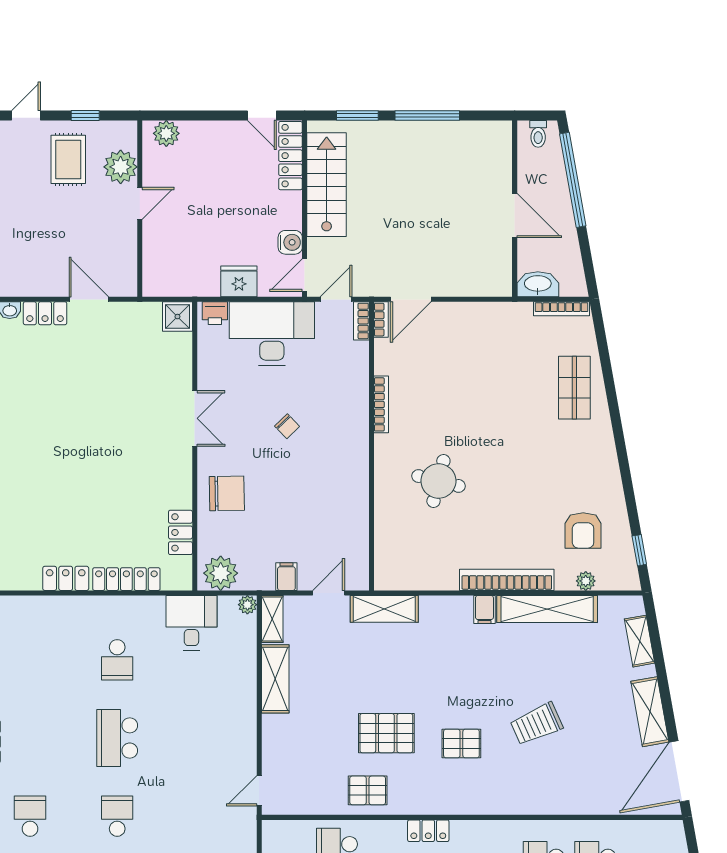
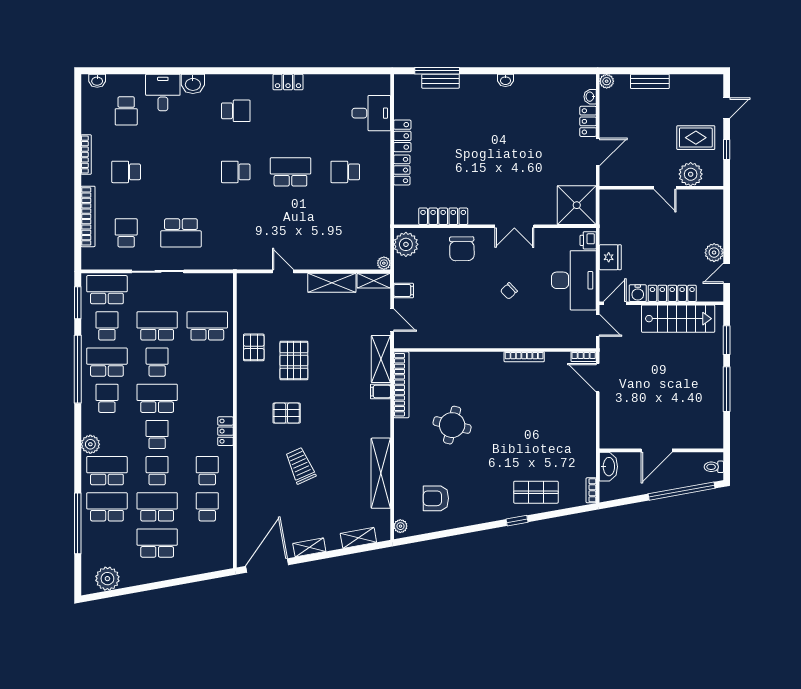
door: (26, 115) -> (727, 108), hinge flipped
plant: (166, 133) -> (714, 253), moved
locker: (290, 156) -> (672, 293), moved
door: (305, 275) -> (615, 303), hinge flipped
bookcase: (562, 309) -> (591, 490), width x0.64
shower: (177, 317) -> (577, 205), width x1.86, depth x1.86
bookcase: (361, 321) -> (583, 343), removed
round table: (438, 481) -> (452, 425), moved
locker: (180, 532) -> (443, 216), width x1.53
window: (639, 550) -> (517, 521), moved
locker: (126, 579) -> (402, 170), width x0.66
bookcase: (507, 580) -> (401, 385), moved
plant: (586, 581) -> (400, 526), moved
filing cabinet: (484, 610) -> (380, 392), moved
desk: (191, 623) -> (371, 113), moved
shelving: (650, 712) -> (309, 547), width x0.67, depth x0.75
pallet: (461, 744) -> (287, 413), turned 90
door: (679, 771) -> (267, 566), hinge flipped
door: (259, 791) -> (283, 271), moved
school desk: (117, 816) -> (236, 172), turned 180
locker: (428, 831) -> (226, 431), moved

